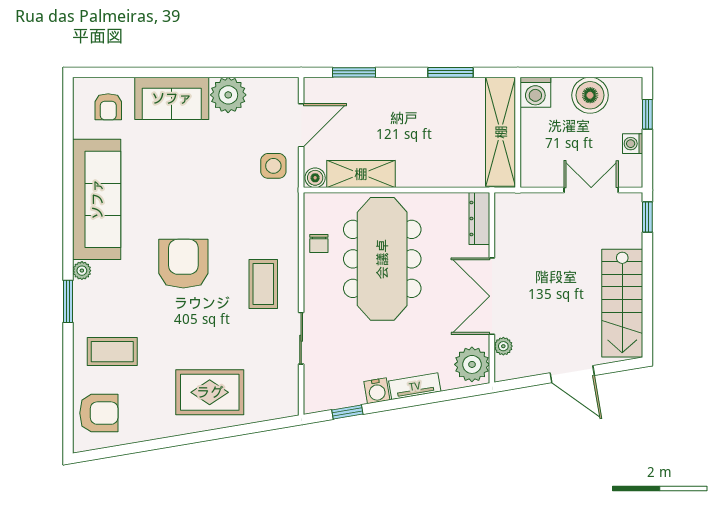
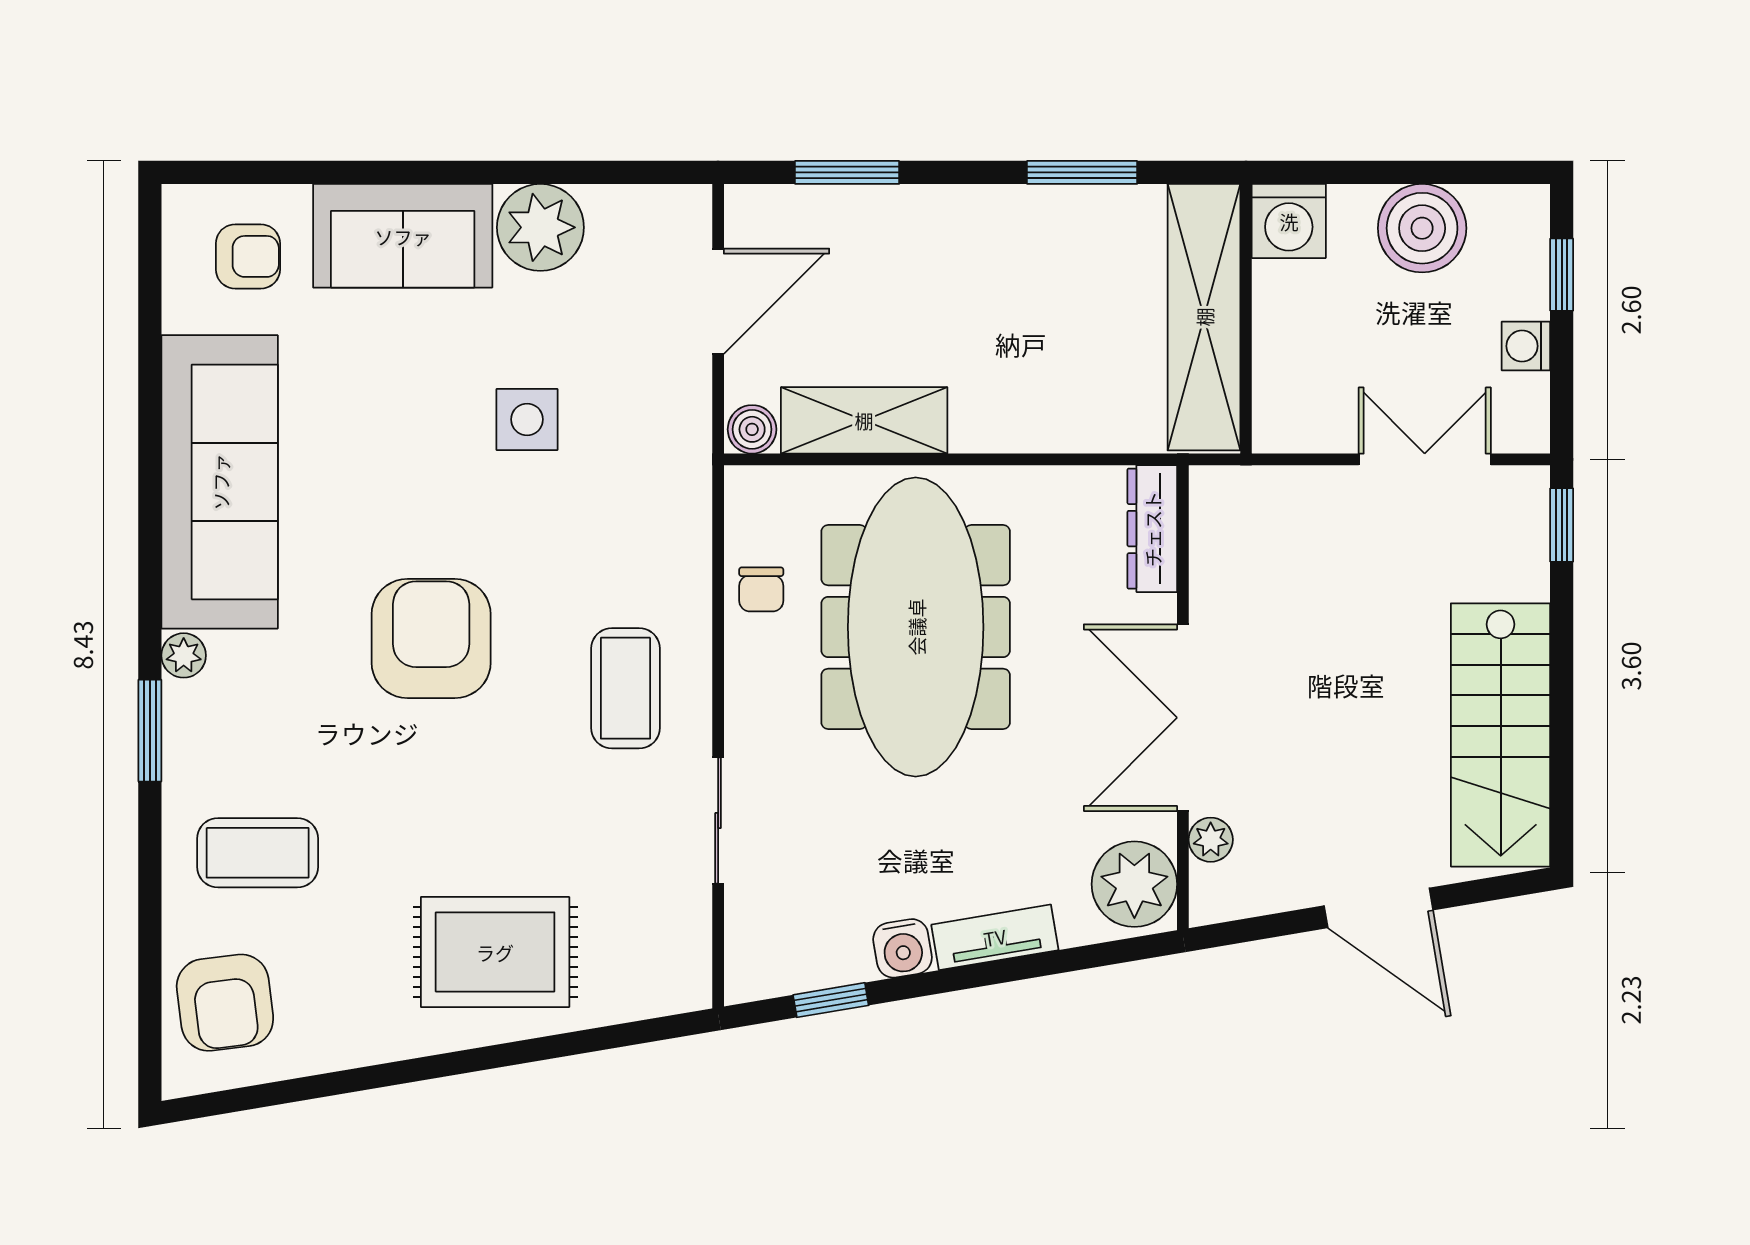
armchair: (108, 107) -> (248, 256), turned -90
side table: (273, 166) -> (527, 419), moved
armchair: (99, 413) -> (225, 1003), turned 83

